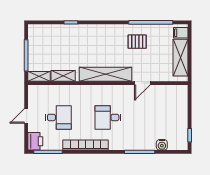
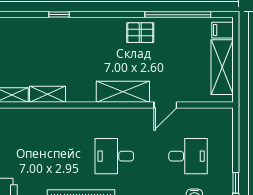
pallet: (137, 42) -> (140, 33), moved
shelving: (105, 74) -> (123, 92), width x0.68
desk: (58, 117) -> (188, 156), moved

